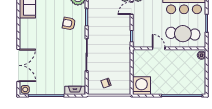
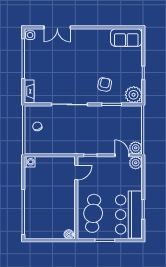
door: (159, 48) -> (76, 172), moved
double door: (18, 65) -> (57, 27), width x0.73
washing machine: (142, 86) -> (30, 162), width x0.53, depth x0.53

